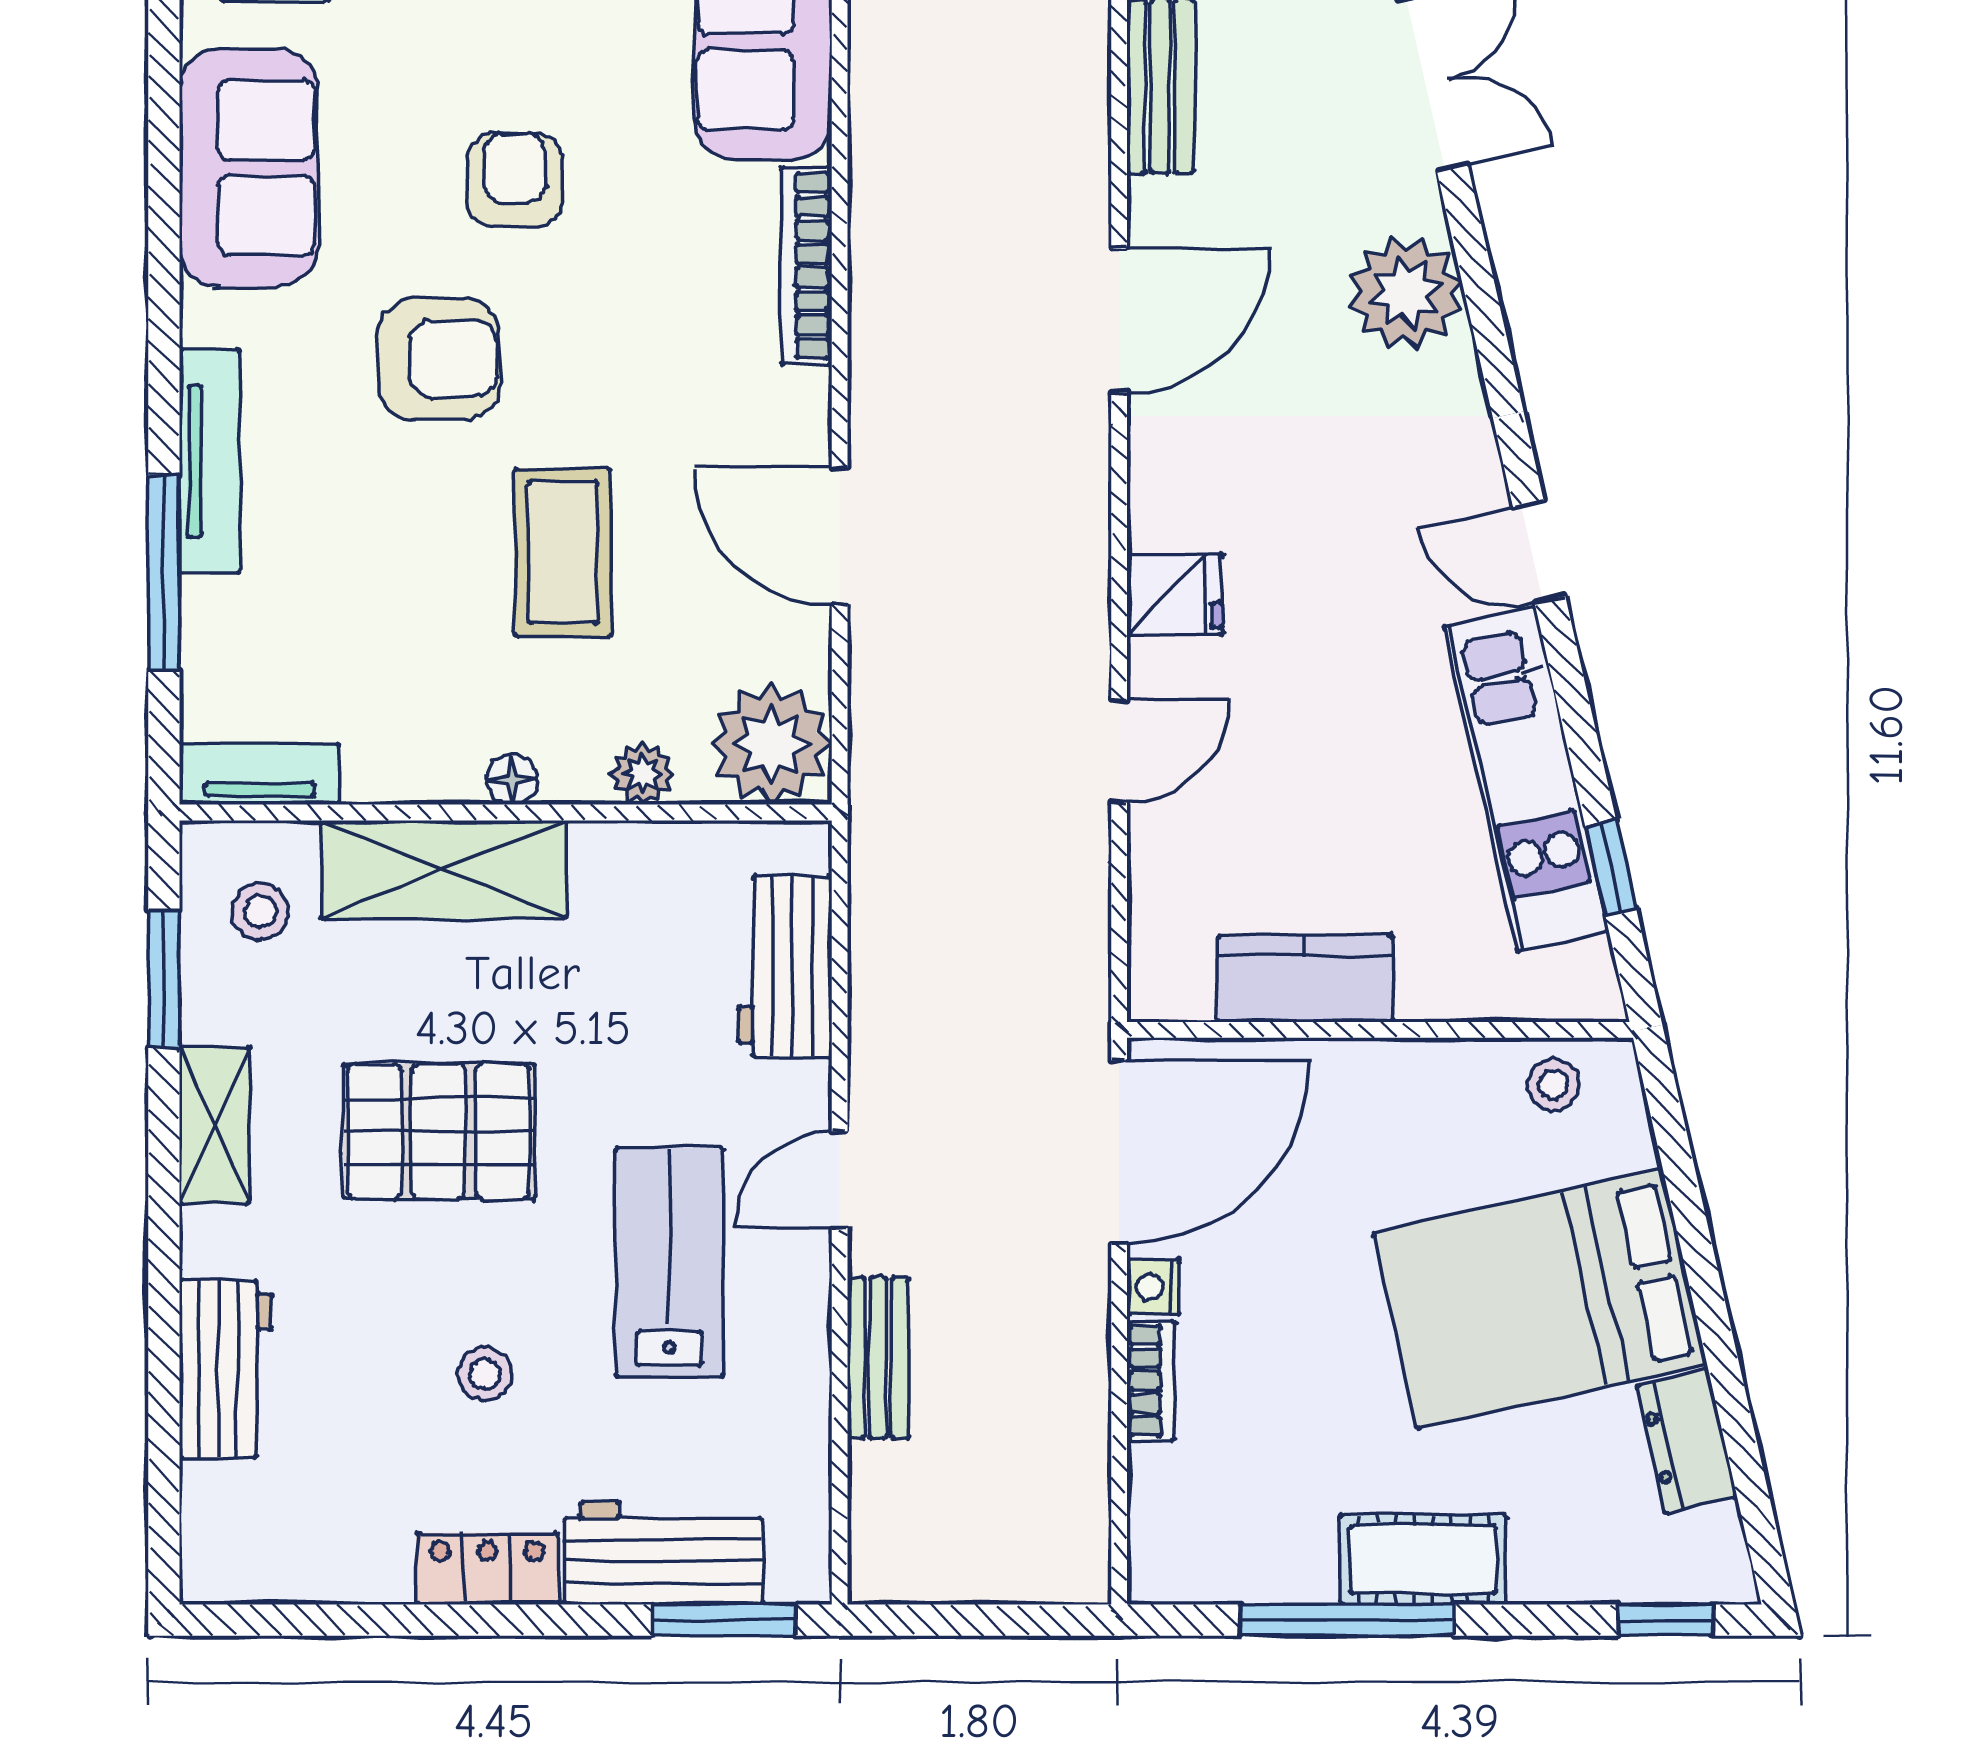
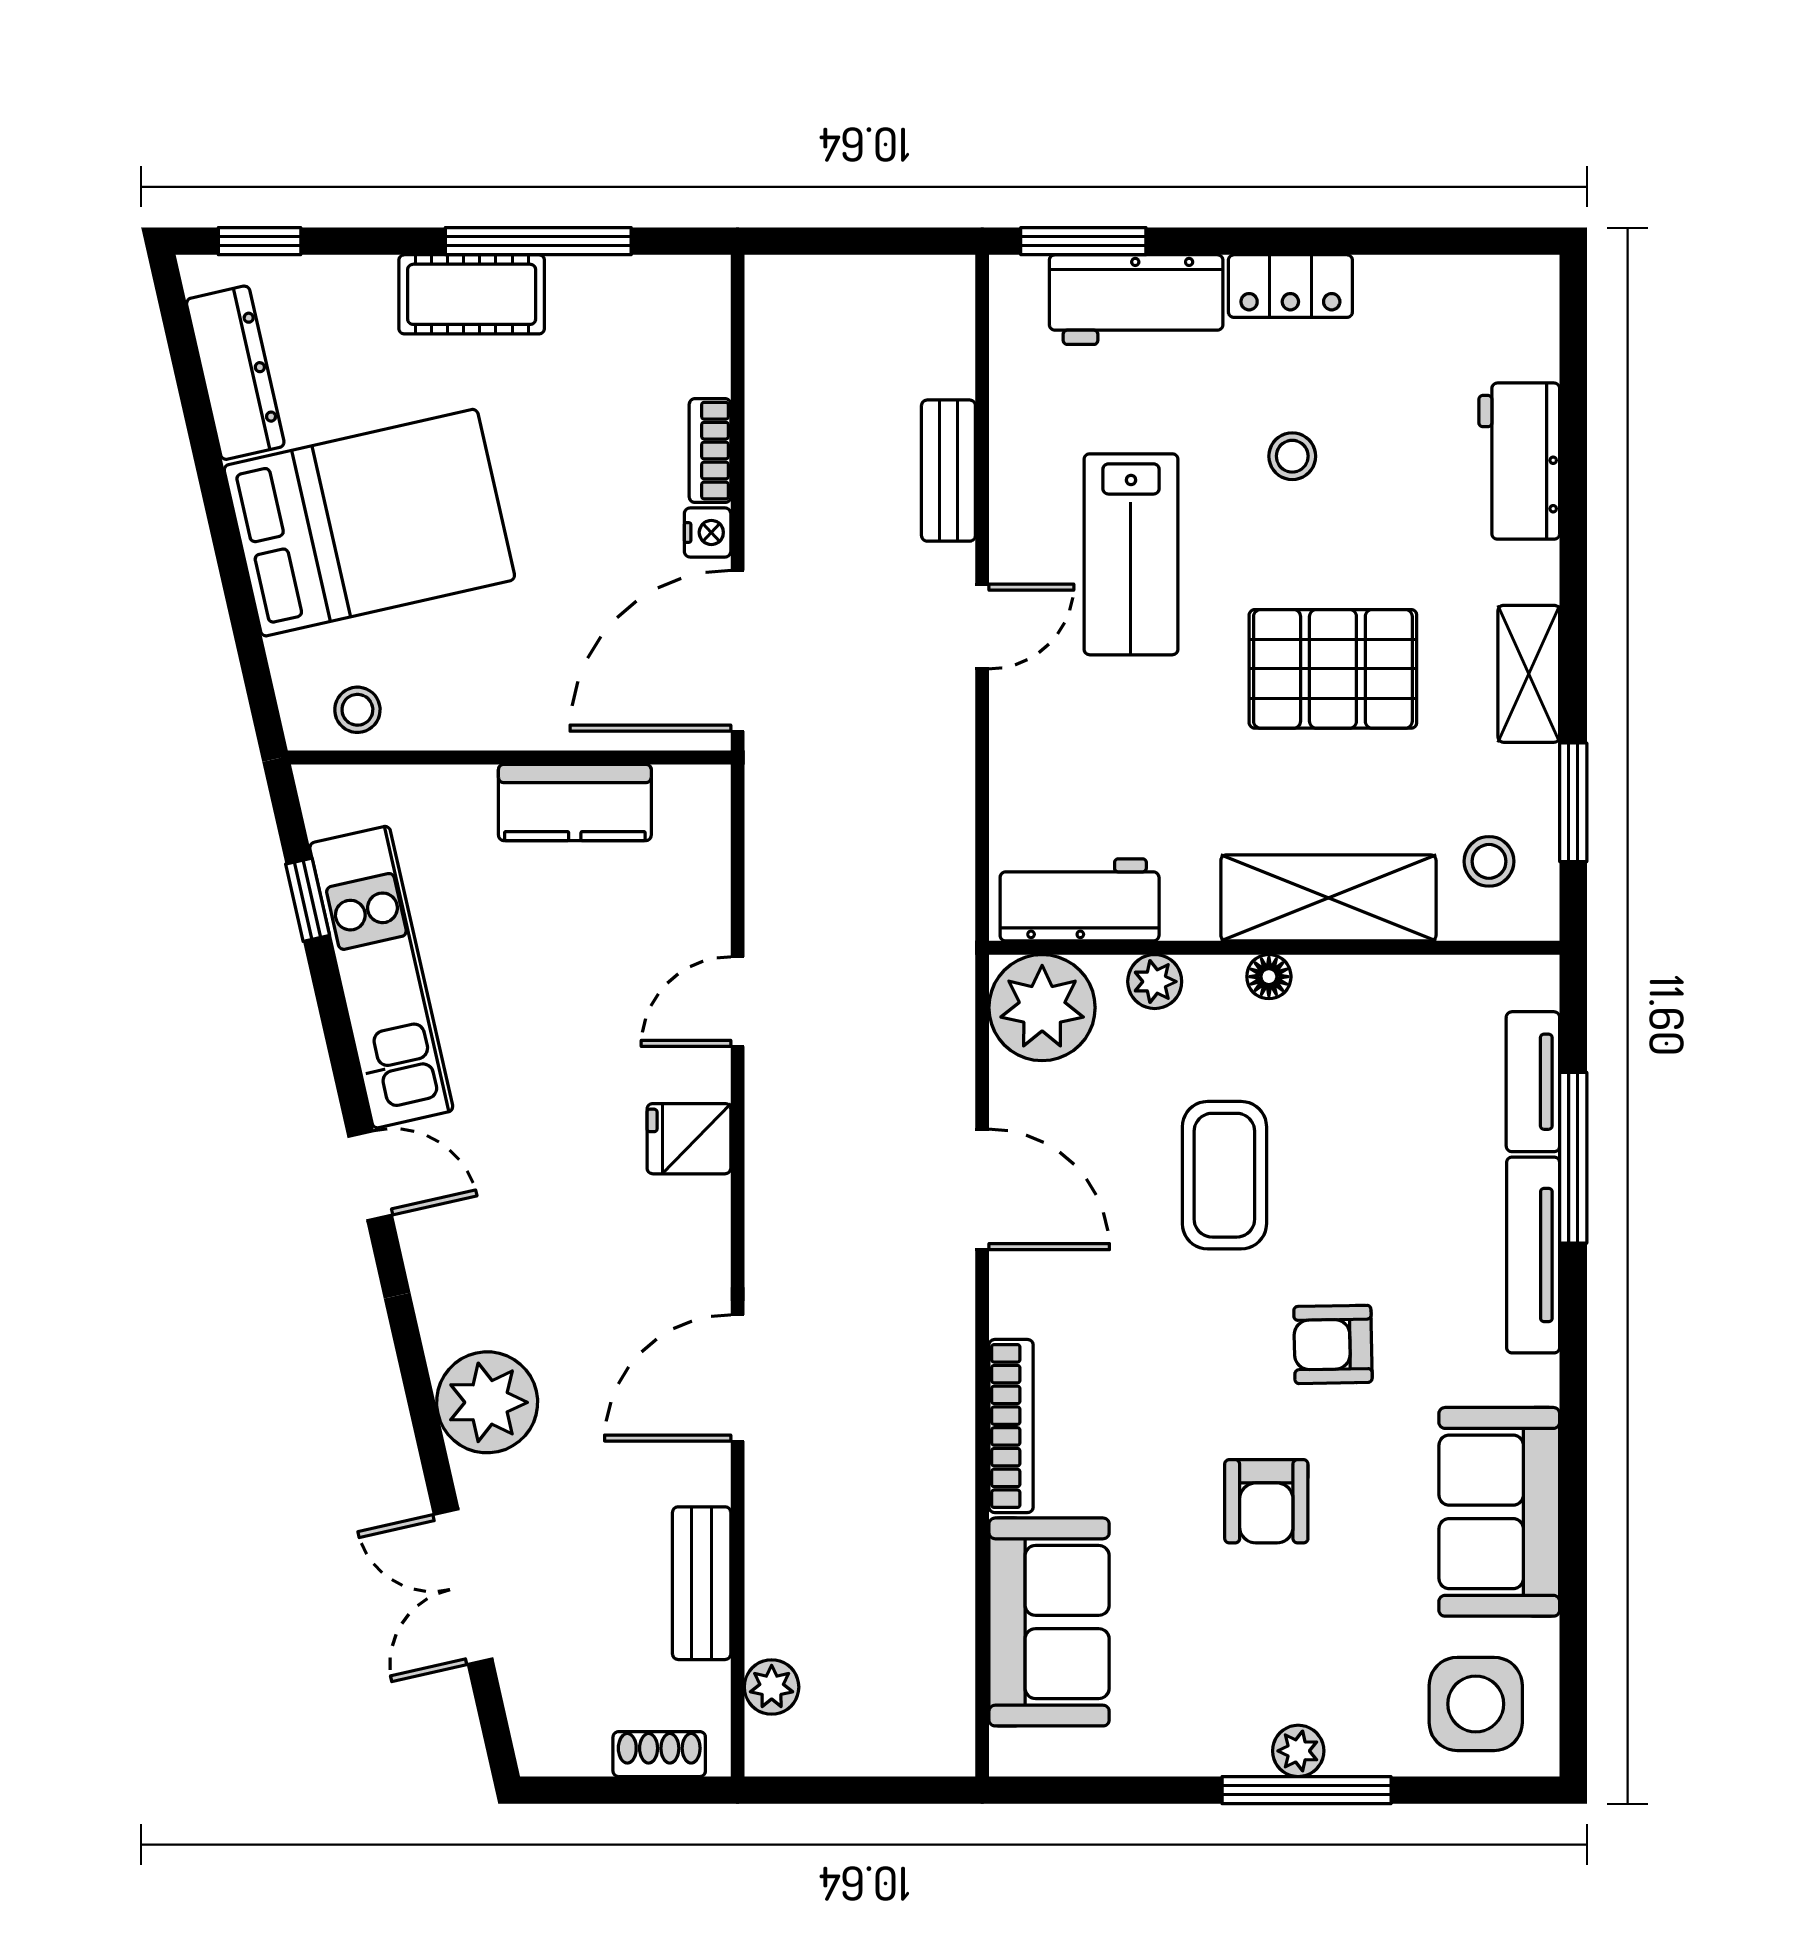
armchair: (439, 359) -> (1333, 1344), width x0.72, depth x0.72
tv unit: (259, 774) -> (1533, 1082), moved, turned 90
workbench: (785, 966) -> (1080, 900), moved, turned -90
dresser: (1687, 1442) -> (235, 373), width x1.44

